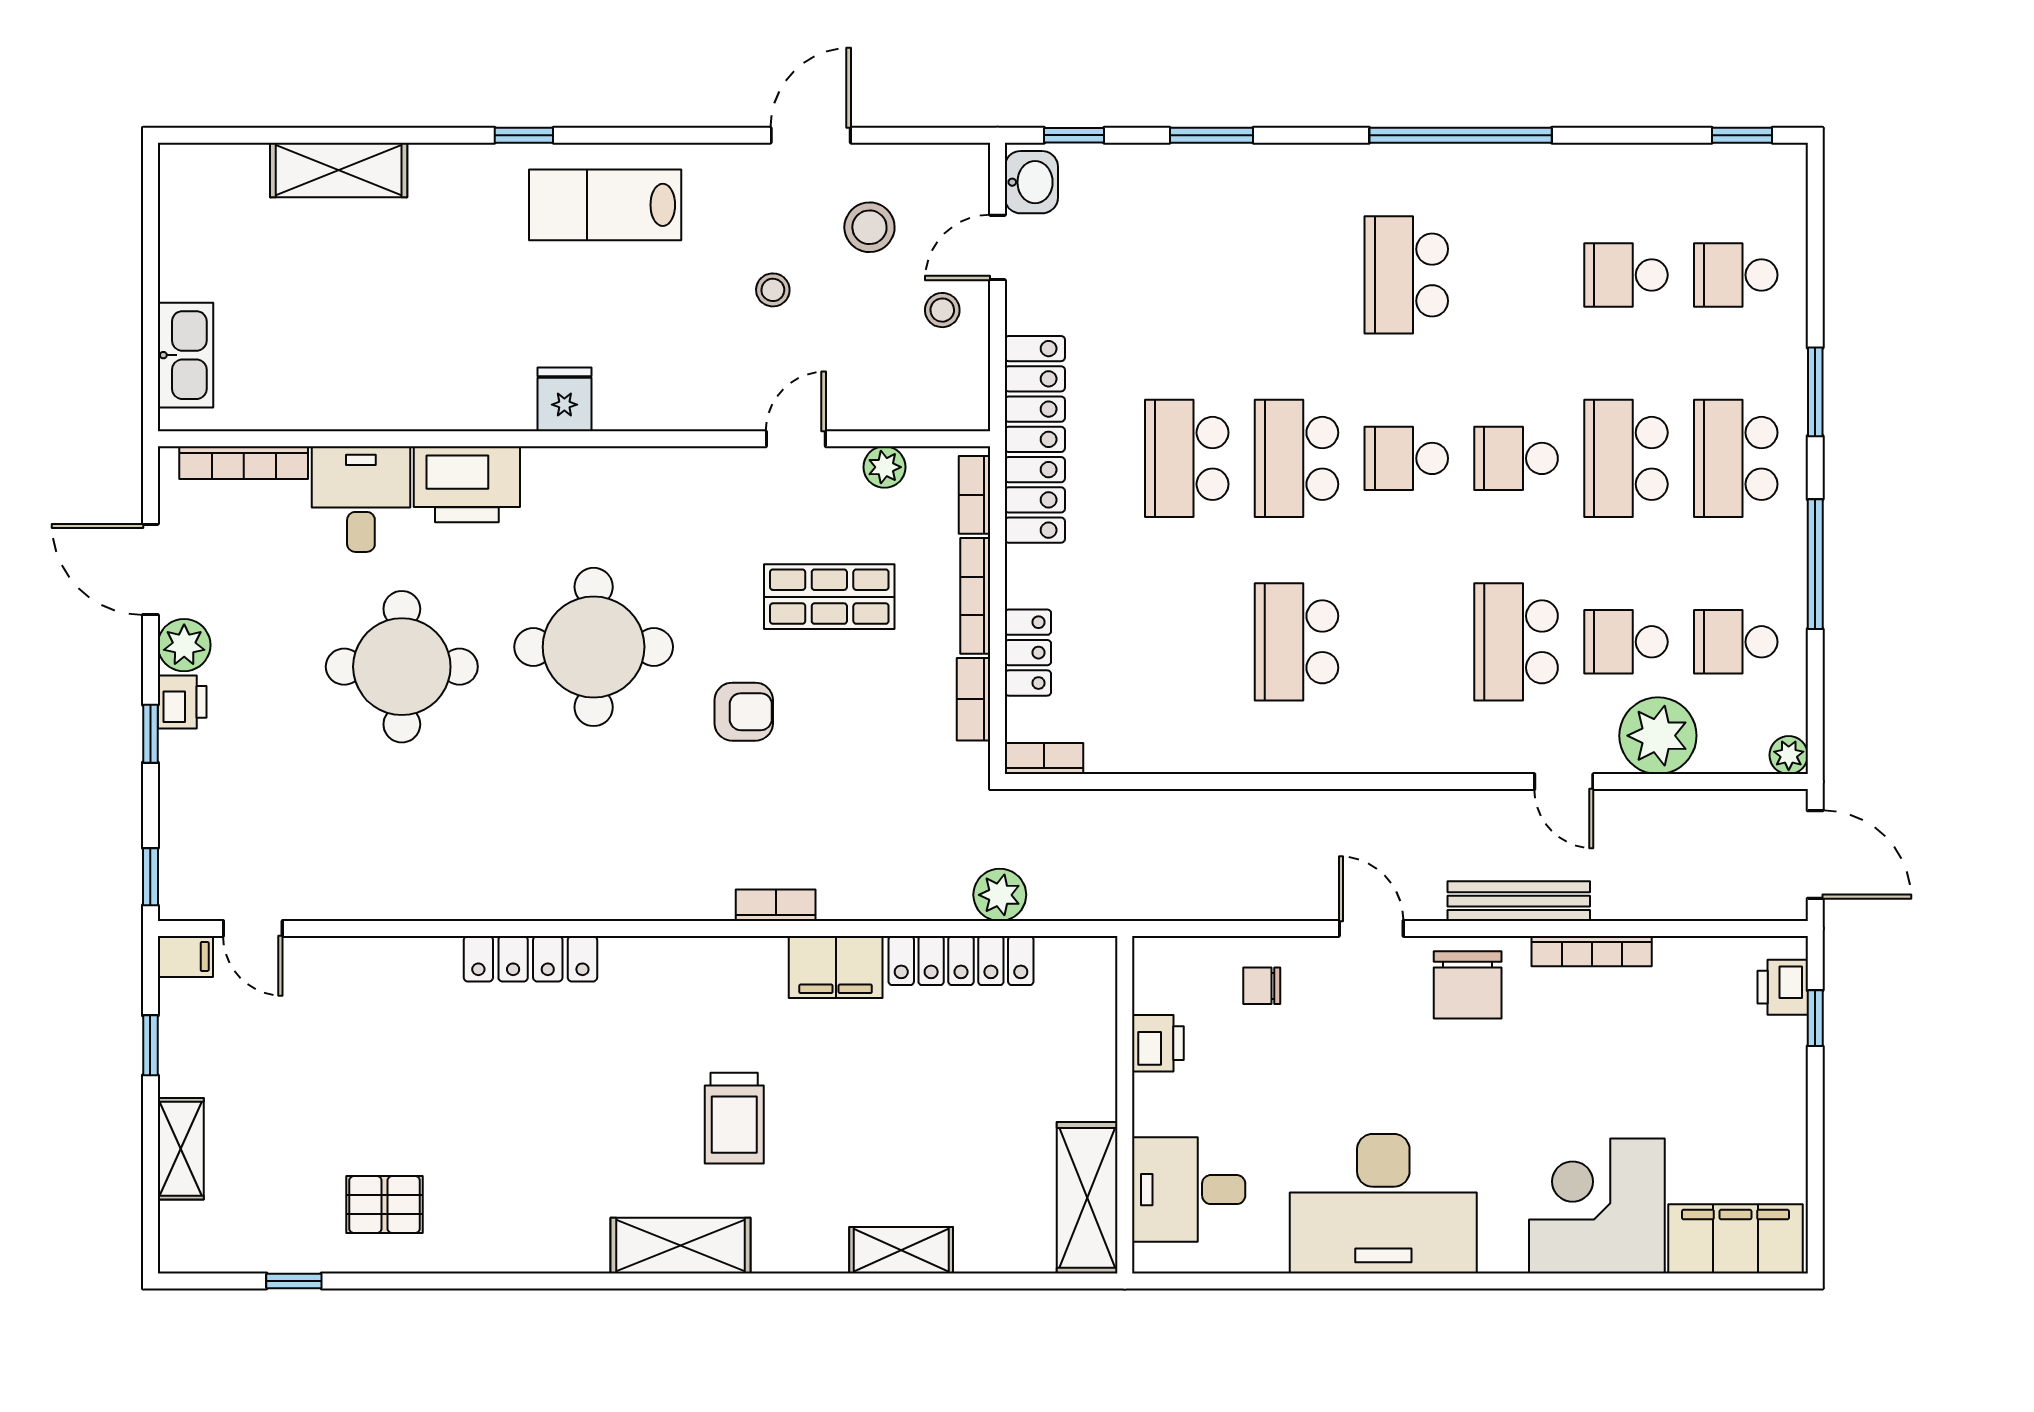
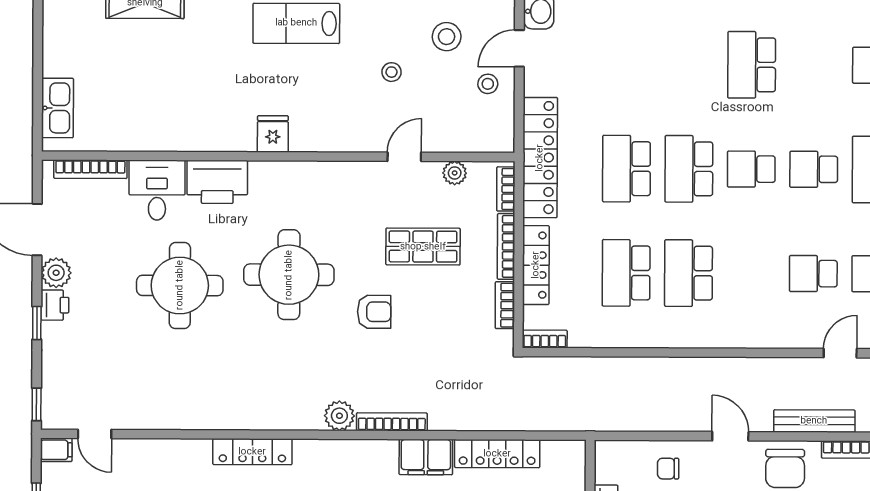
school desk: (1187, 642) -> (626, 273), added
school desk: (1516, 642) -> (813, 274), width x0.54
locker: (1028, 653) -> (536, 265), width x1.53
door: (1564, 782) -> (840, 353), swing flipped
plant: (1000, 895) -> (339, 416), moved
bookcase: (776, 905) -> (392, 422), width x1.56

